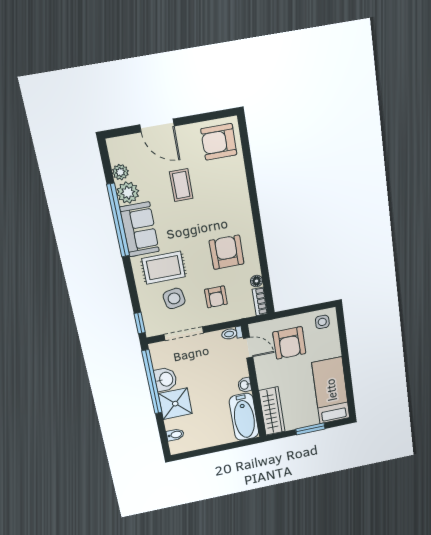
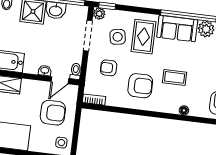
coffee table: (181, 185) -> (175, 77), moved
floor lamp: (257, 281) -> (184, 110), moved
plant: (153, 329) -> (99, 14), added
armchair: (289, 343) -> (53, 113), turned 180
washbasin: (245, 385) -> (45, 71), moved

